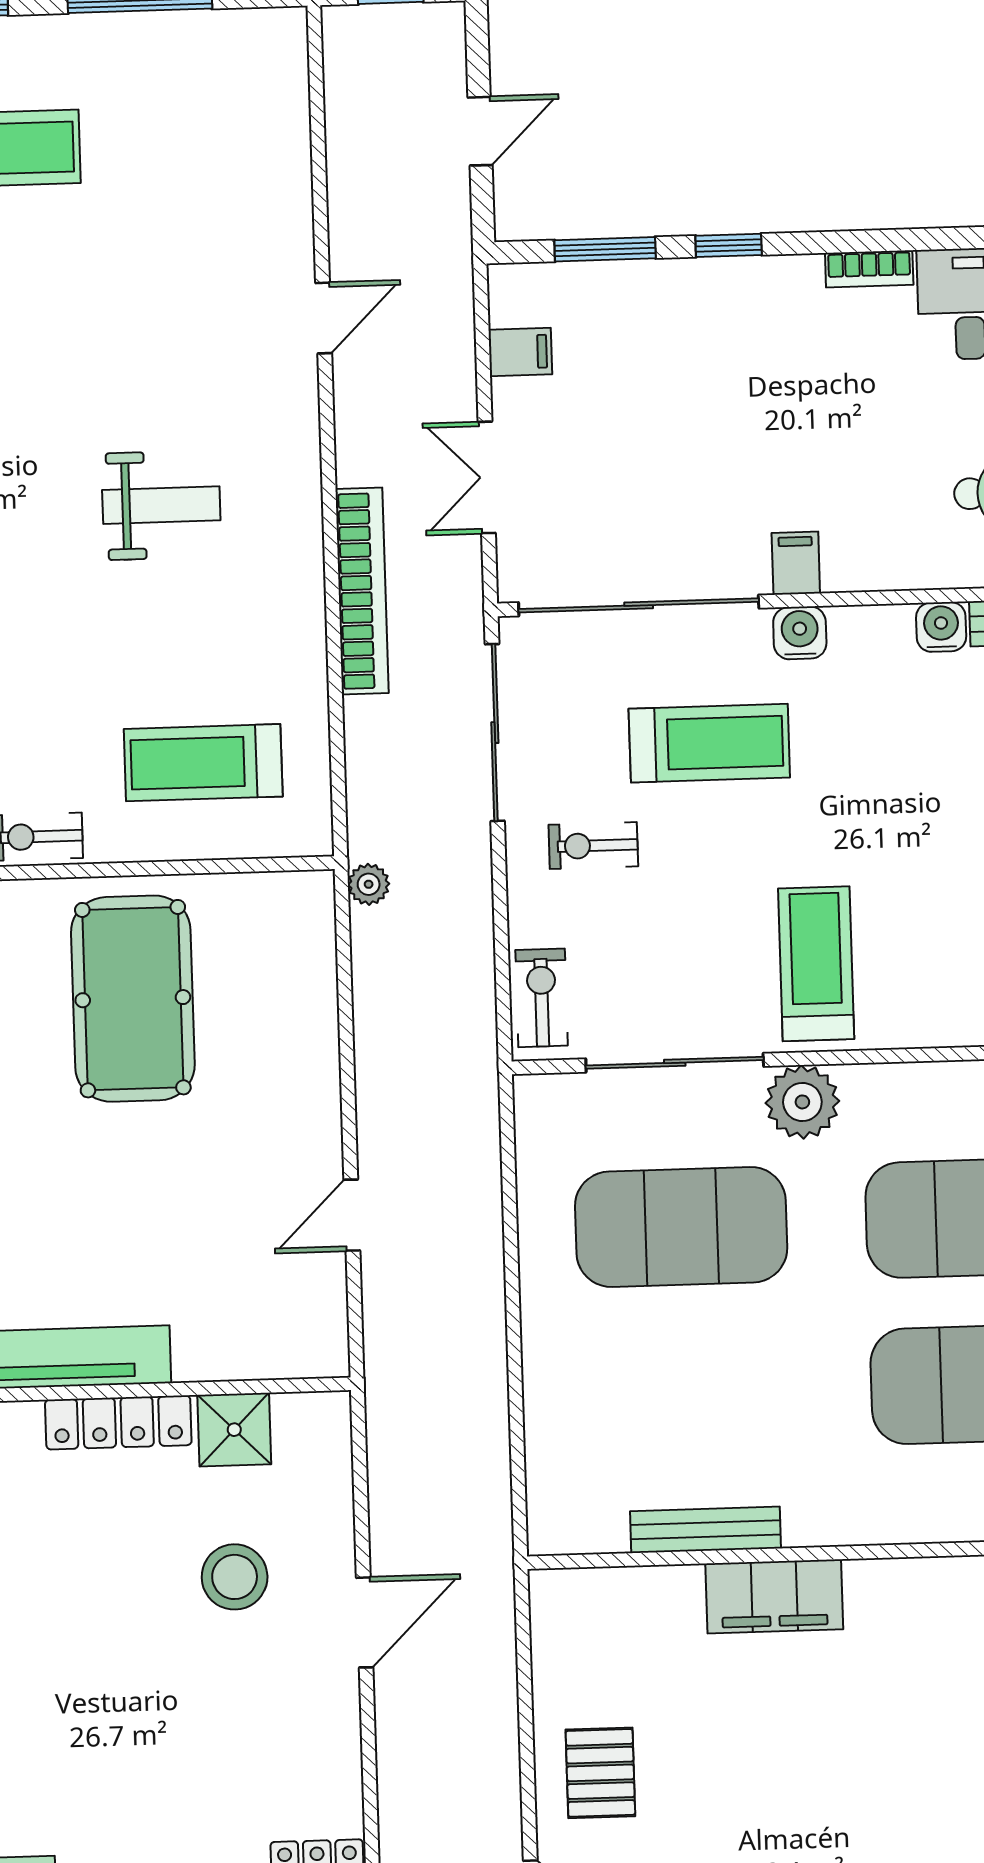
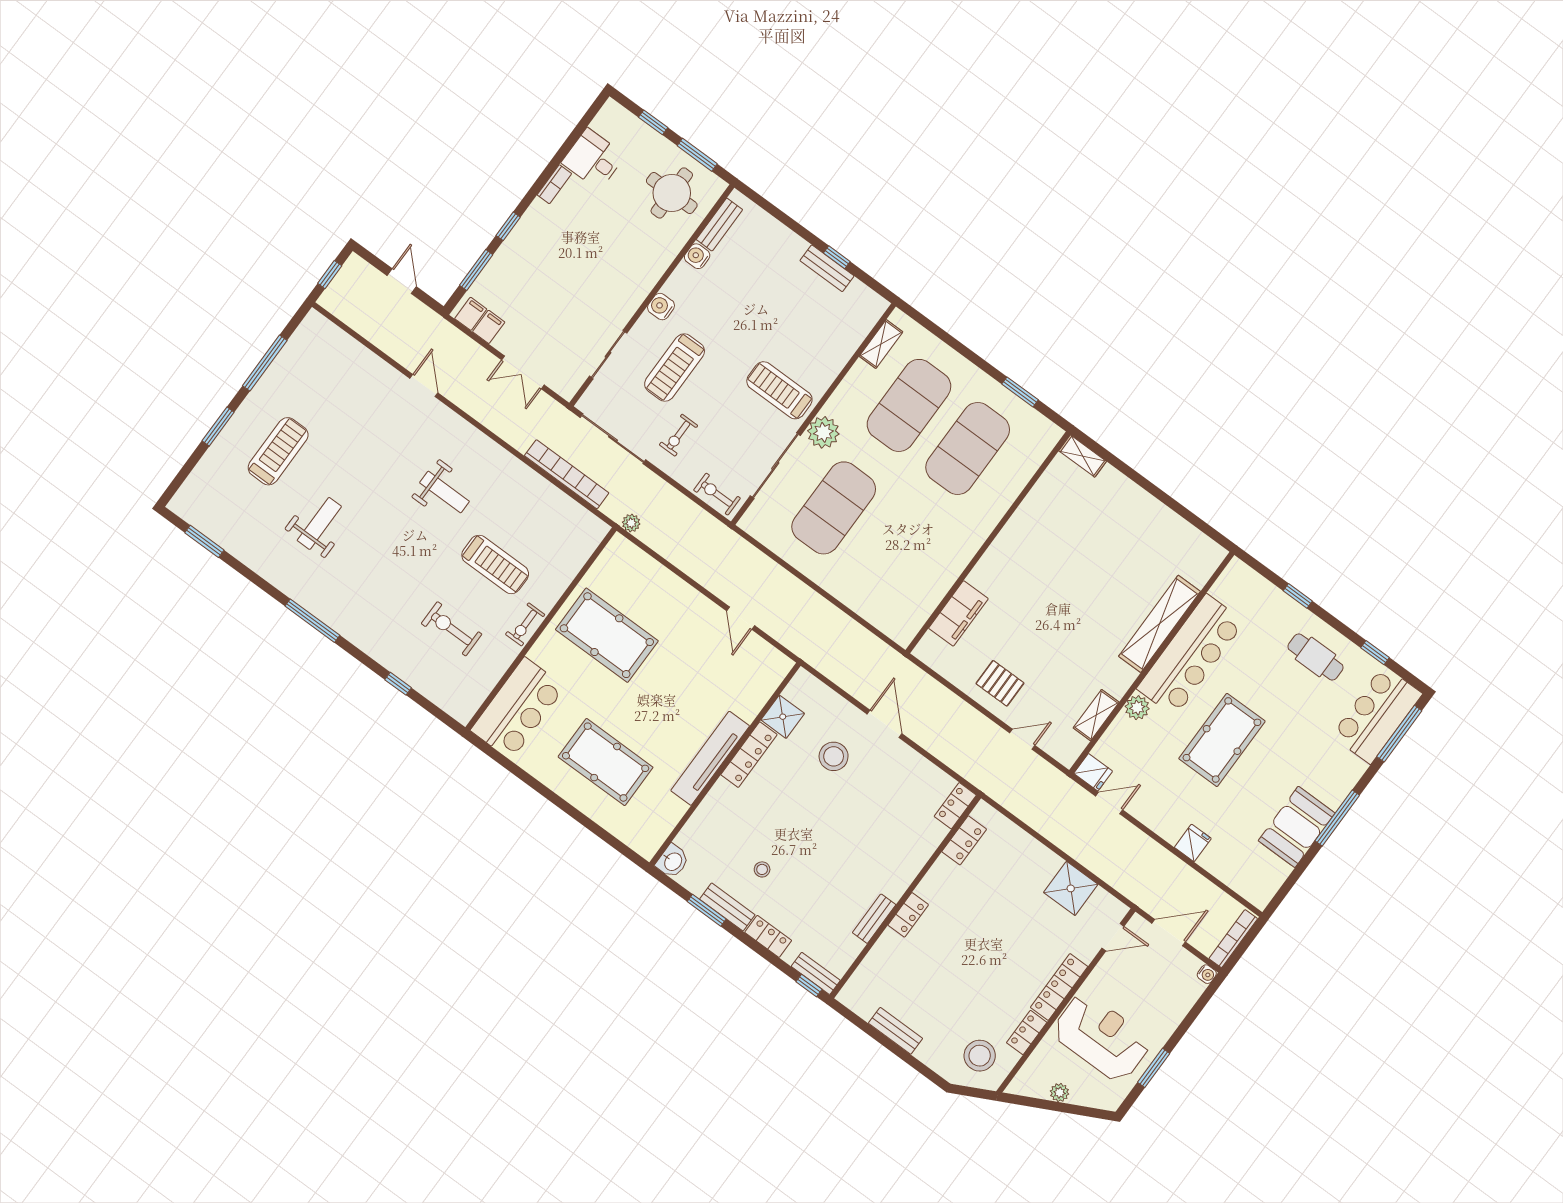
weight bench: (161, 505) -> (444, 492), turned 90
filing cabinet: (796, 563) -> (471, 314), moved, turned 90
bookcase: (362, 591) -> (567, 474), moved
sliding door: (639, 605) -> (608, 355), width x0.54
treadmill: (709, 743) -> (675, 368), turned 180
treadmill: (203, 763) -> (495, 564), moved, turned -90
bench: (705, 1530) -> (945, 581), removed
filing cabinet: (774, 1596) -> (958, 613), moved

